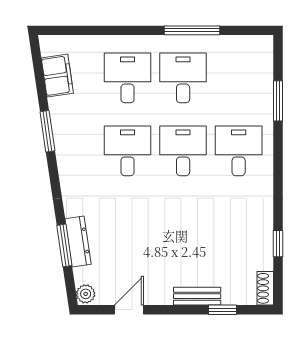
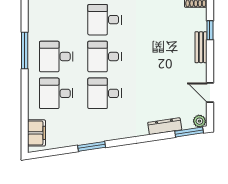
filing cabinet: (57, 76) -> (36, 133), moved, turned 98
window: (64, 245) -> (189, 132), moved

